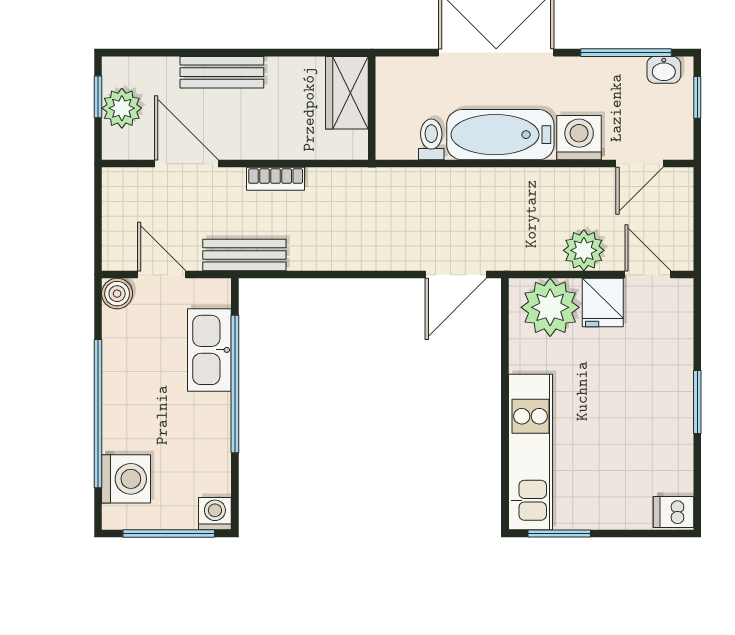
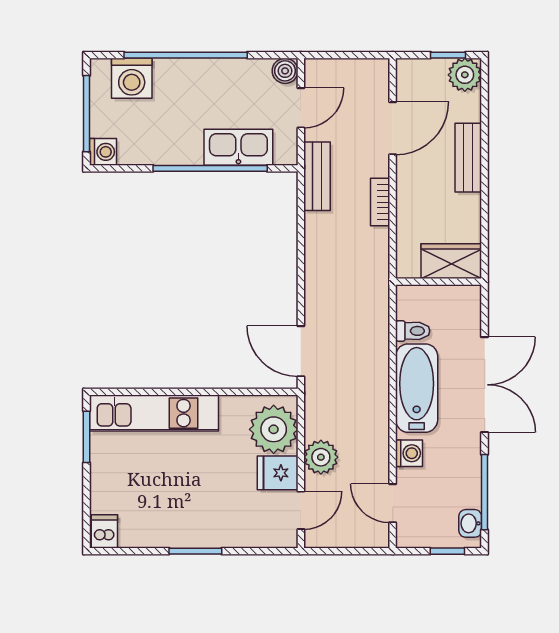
plant: (122, 108) -> (465, 75), moved
washing machine: (579, 138) -> (409, 453), width x0.73, depth x0.73

